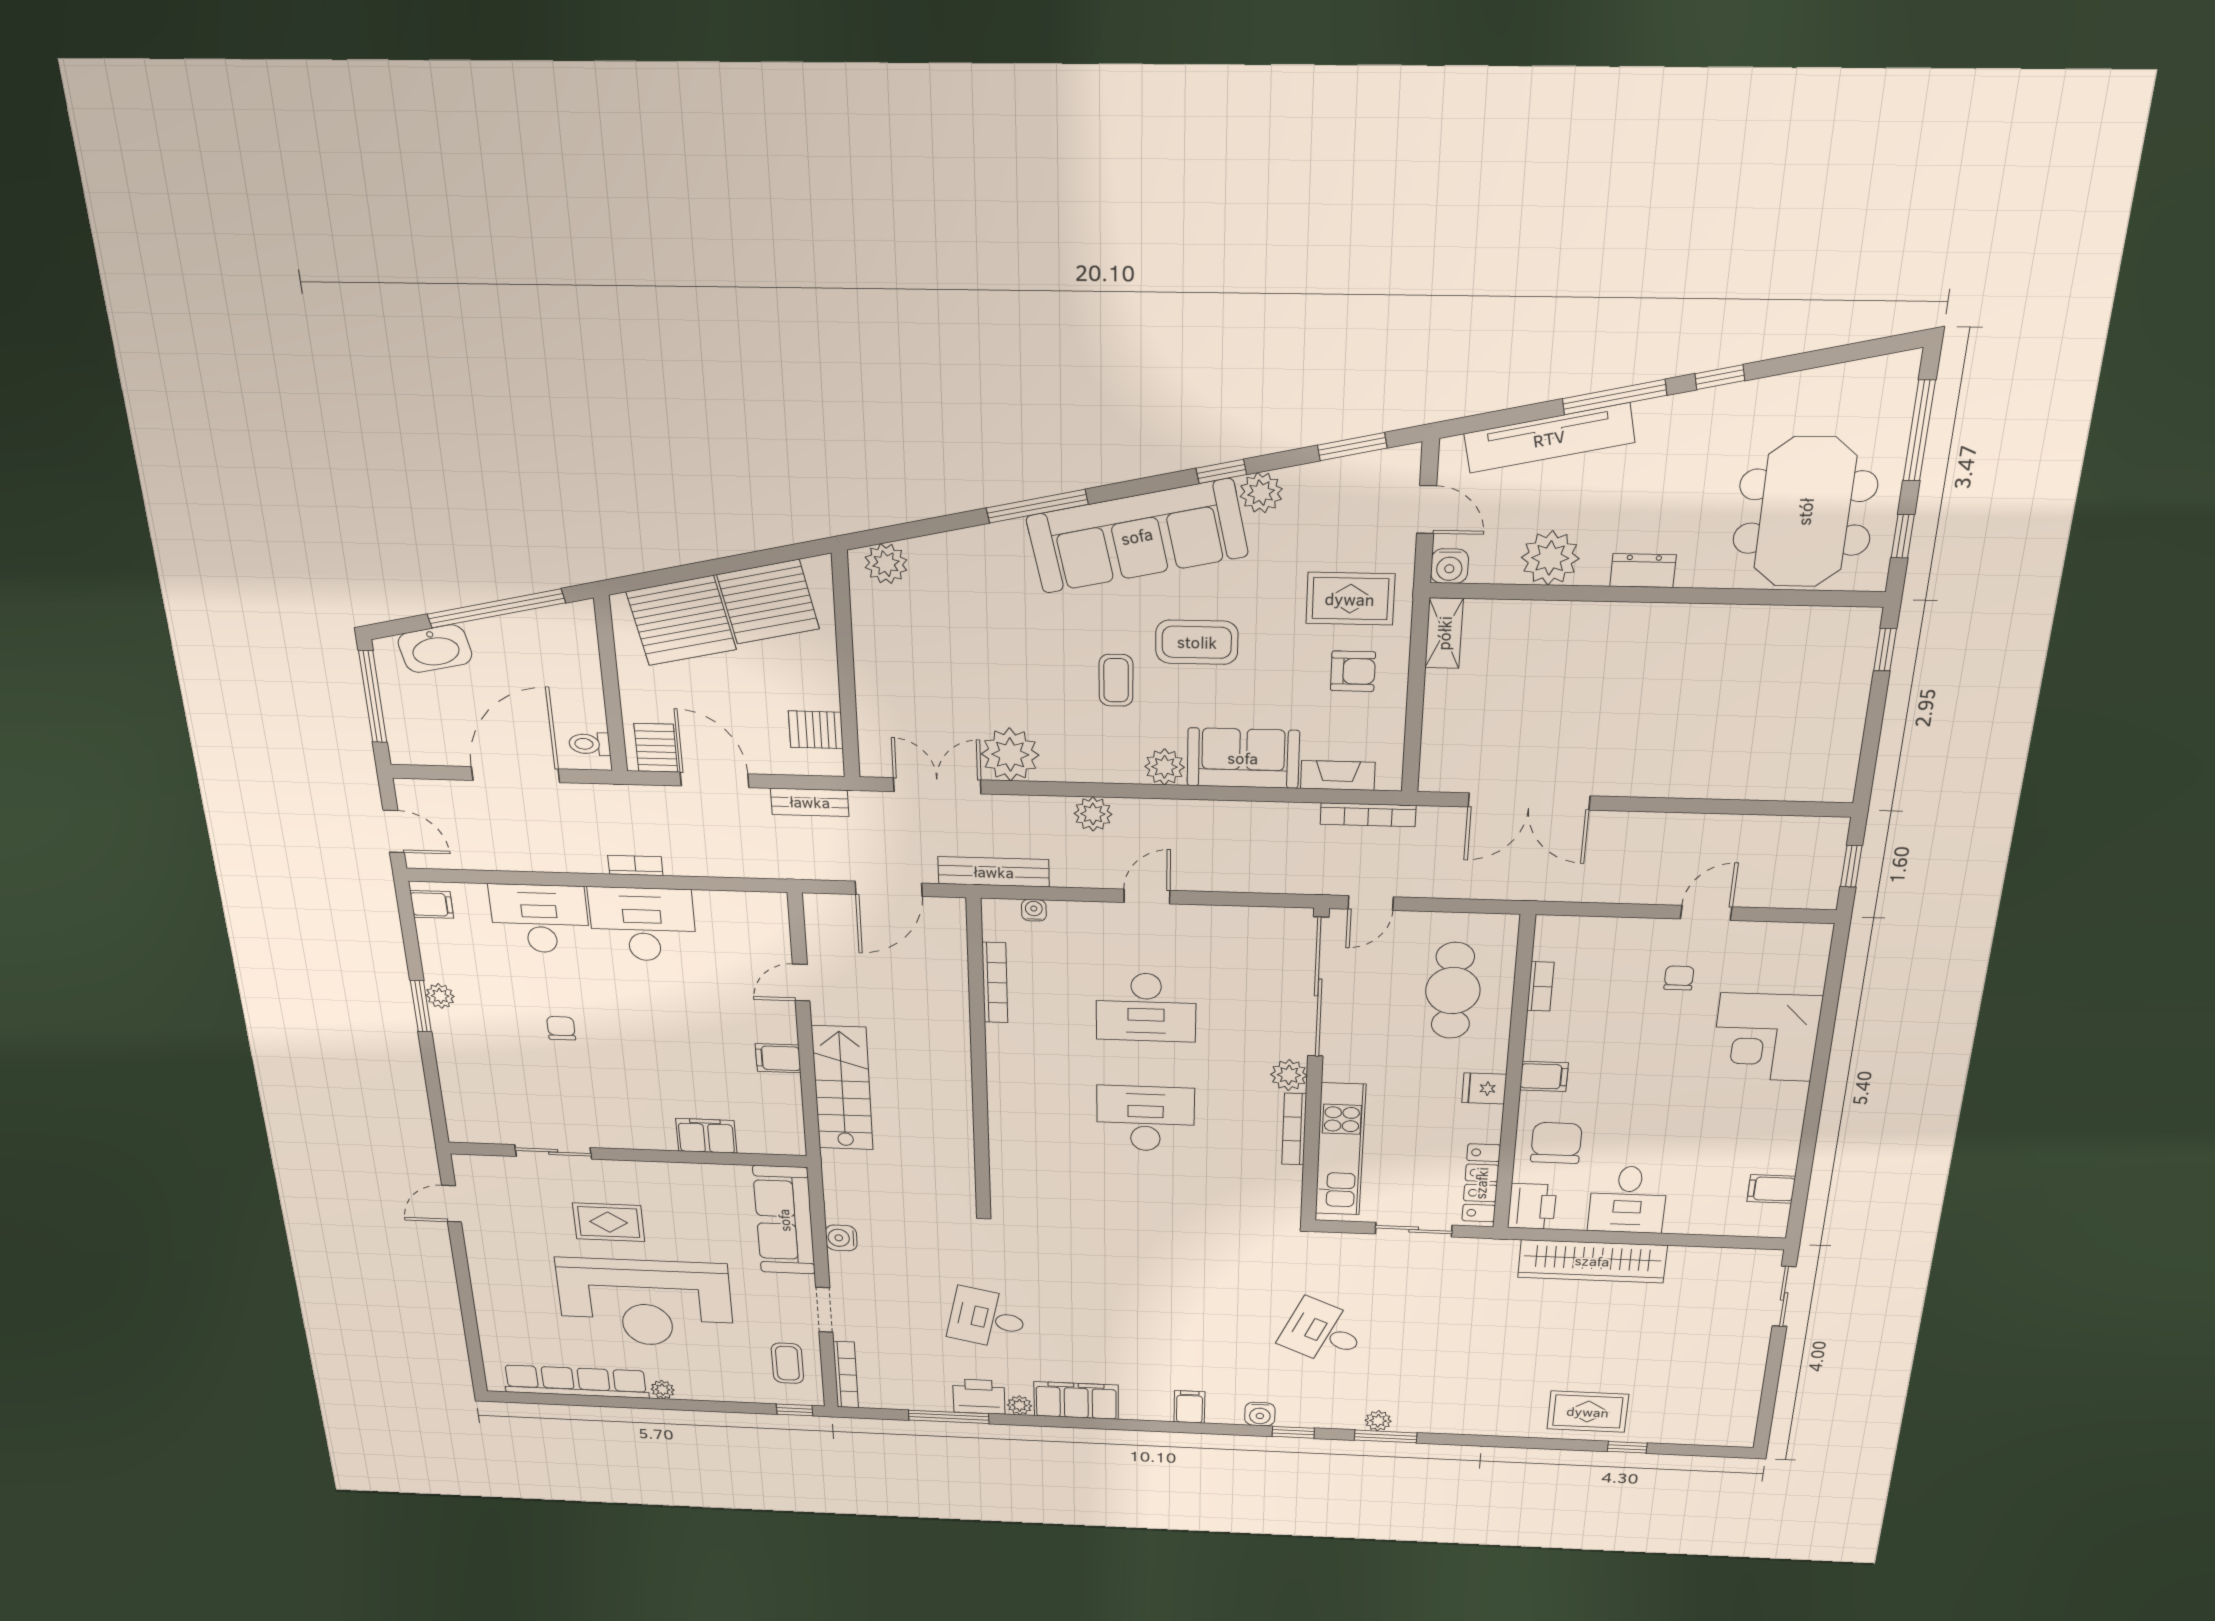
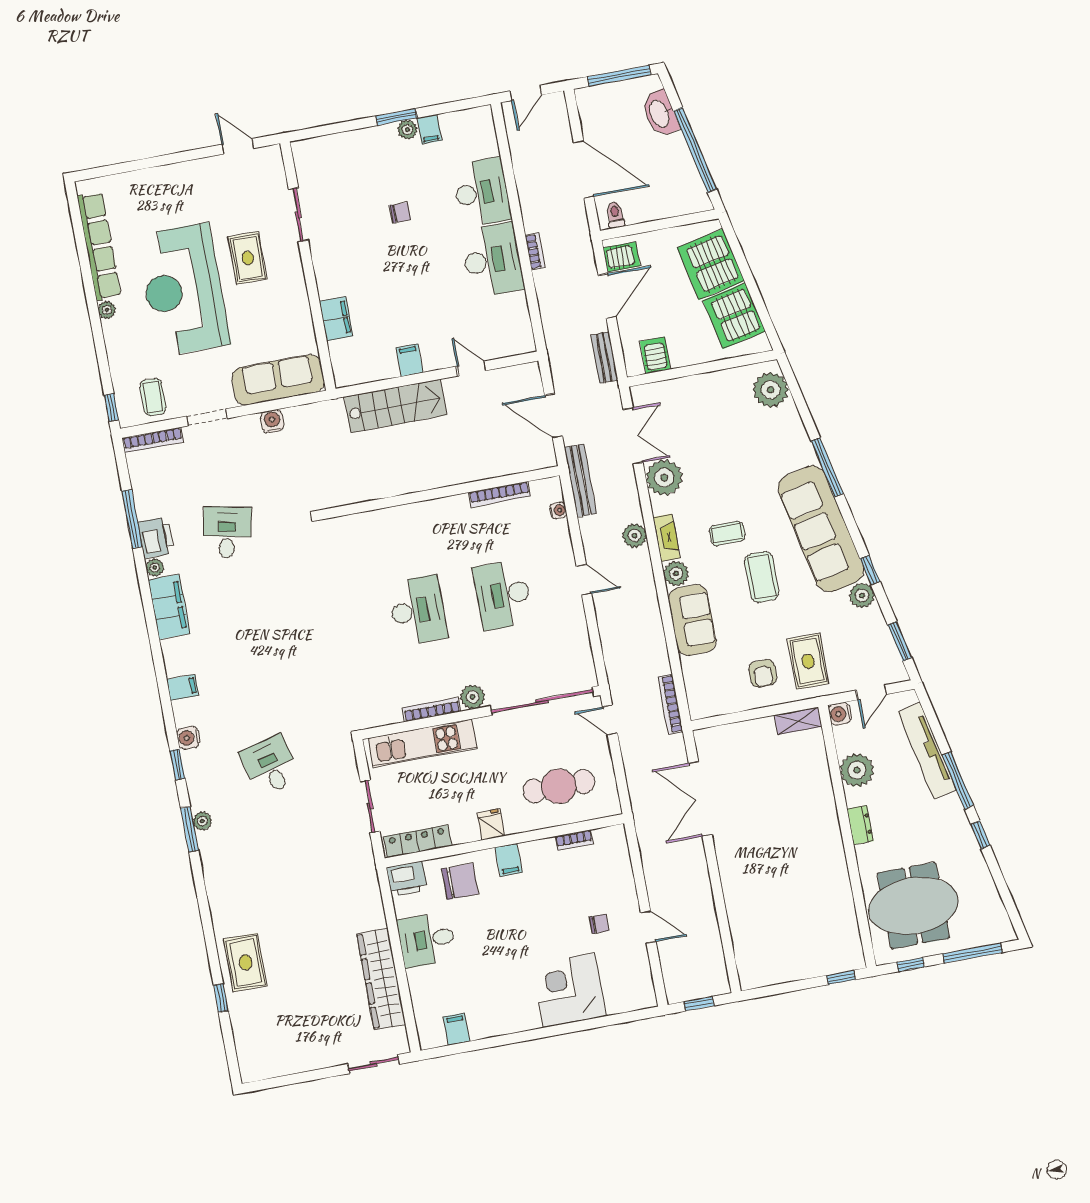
plant: (886, 564) -> (771, 390), width x1.36, depth x1.36
fireplace: (1338, 775) -> (667, 538), moved
filing cabinet: (432, 904) -> (429, 129), moved
wardrobe: (1592, 1261) -> (381, 979), moved
desk: (1323, 1332) -> (270, 766), turned -39
coffee table: (787, 1363) -> (153, 397), turned 90

